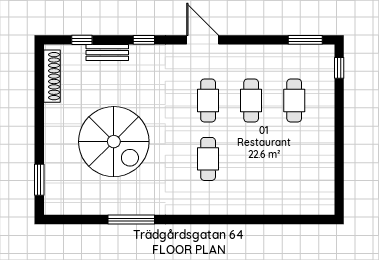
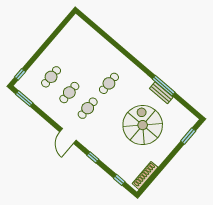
bench: (107, 53) -> (161, 93), moved

